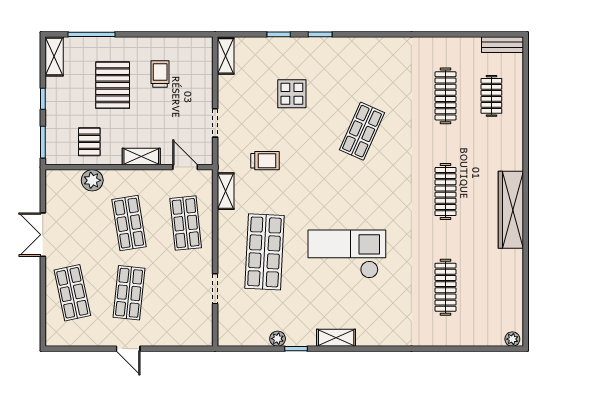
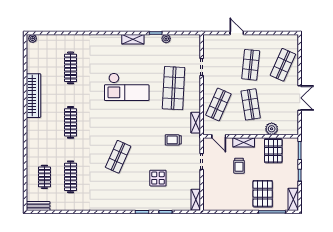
trolley: (160, 74) -> (239, 166), moved
pallet: (113, 85) -> (263, 194), moved
pallet: (89, 142) -> (273, 151), width x1.50, depth x1.42
wardrobe: (511, 210) -> (33, 96), moved
shop shelf: (186, 223) -> (218, 104), turned 30
shop shelf: (72, 293) -> (283, 65), turned 36
door: (128, 349) -> (237, 33), moved

